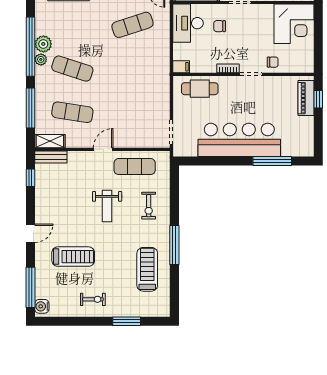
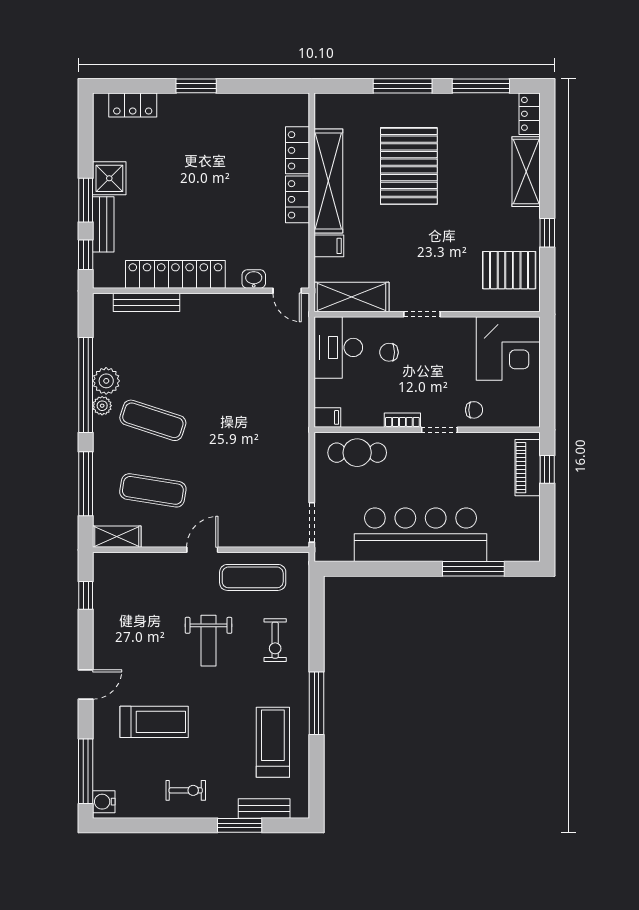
exercise mat: (132, 25) -> (249, 350), removed
bench: (51, 157) -> (264, 809), moved

